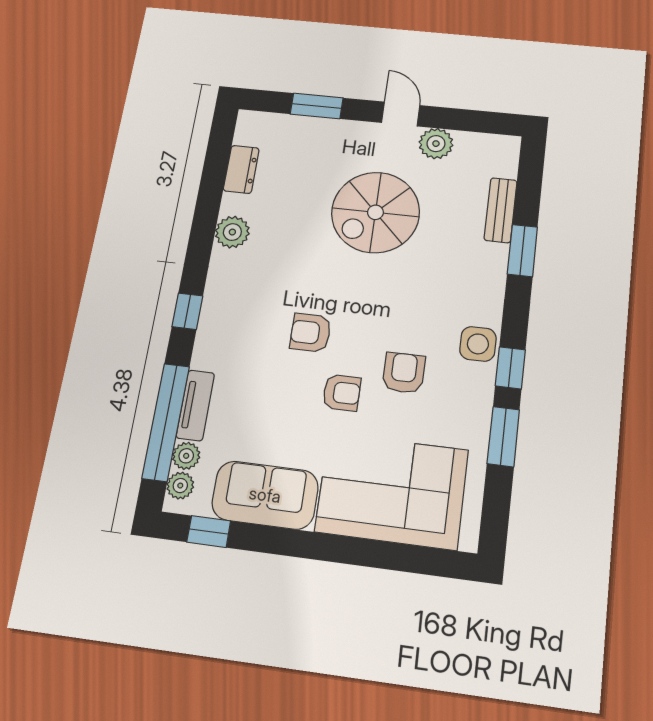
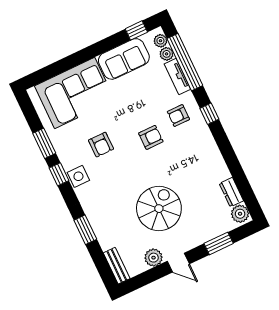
bench: (501, 210) -> (117, 266), moved
plant: (232, 232) -> (240, 214), moved
armchair: (342, 393) -> (178, 116), moved

